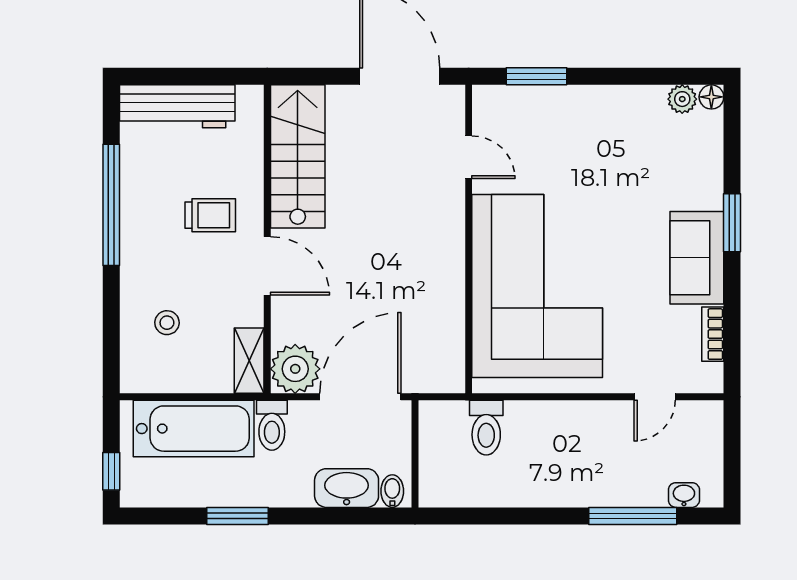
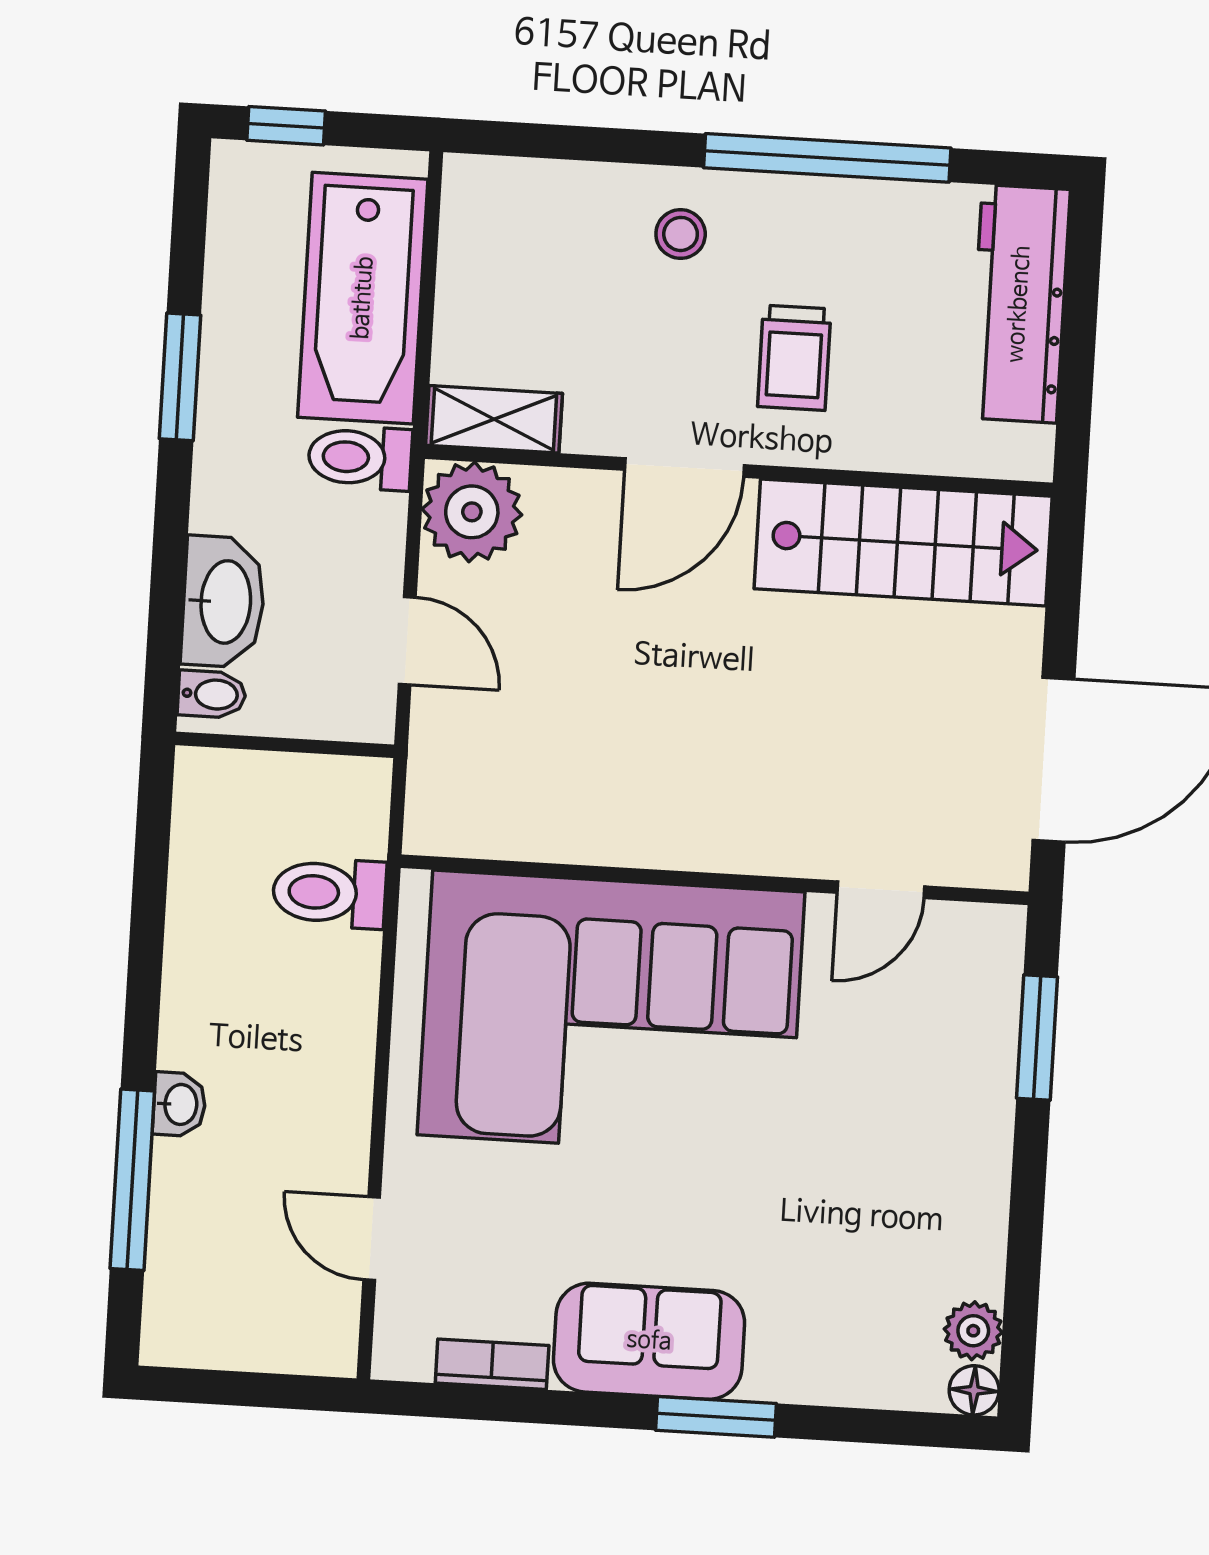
stool: (167, 323) -> (681, 234), moved
door: (360, 397) -> (407, 641), width x0.53
washbasin: (684, 495) -> (179, 1104), moved

